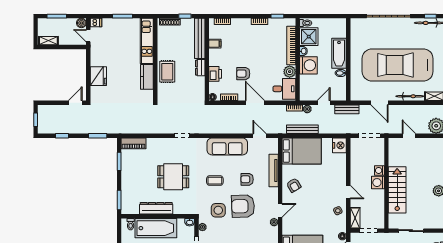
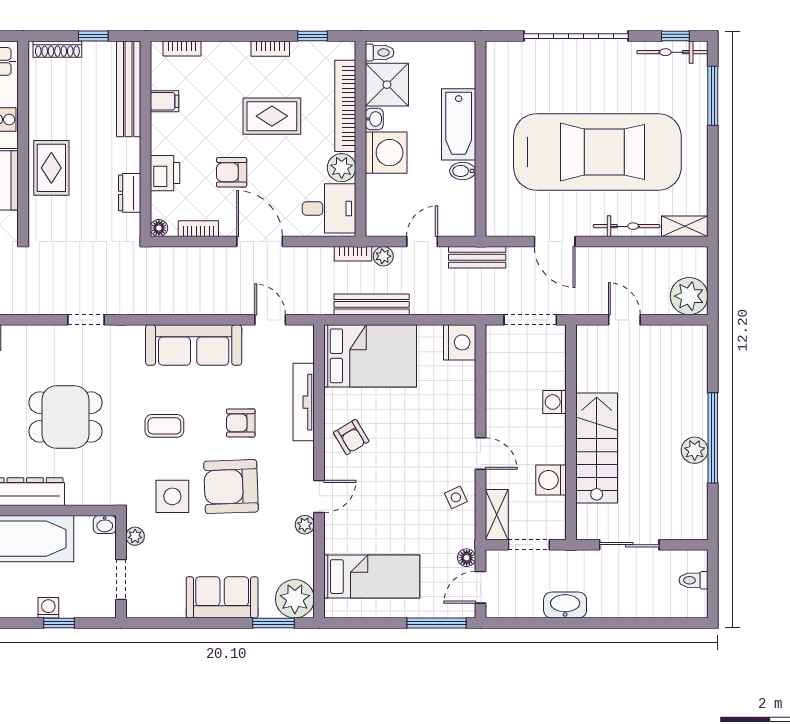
rug: (260, 50) -> (272, 116), added
car: (398, 65) -> (597, 152), turned 180
dresser: (200, 68) -> (130, 193), moved
washing machine: (378, 183) -> (551, 480), moved

